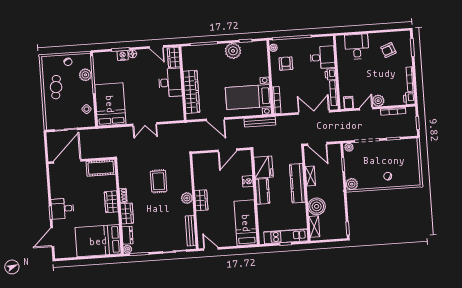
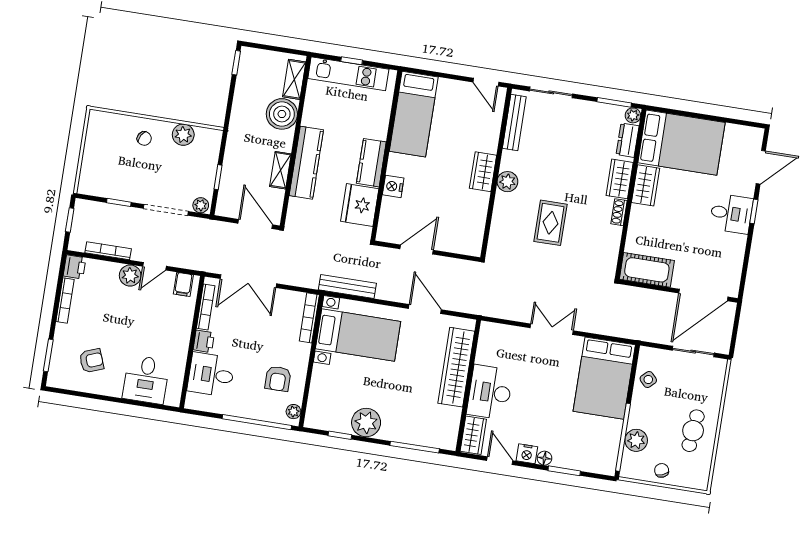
nightstand: (123, 55) -> (527, 454), moved
plant: (352, 184) -> (183, 135), moved
wardrobe: (111, 202) -> (646, 185), moved

